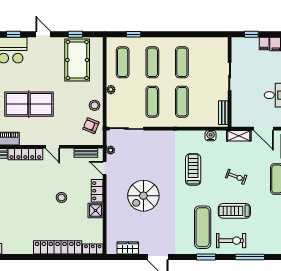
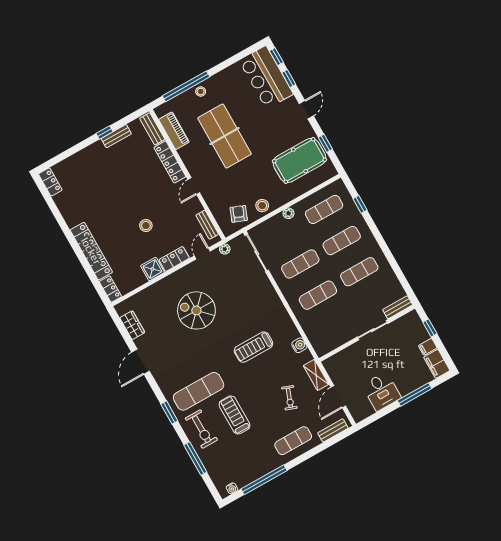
bench: (223, 113) -> (398, 307), moved
treadmill: (193, 169) -> (253, 347), turned 180
exercise bike: (236, 177) -> (289, 398), moved

